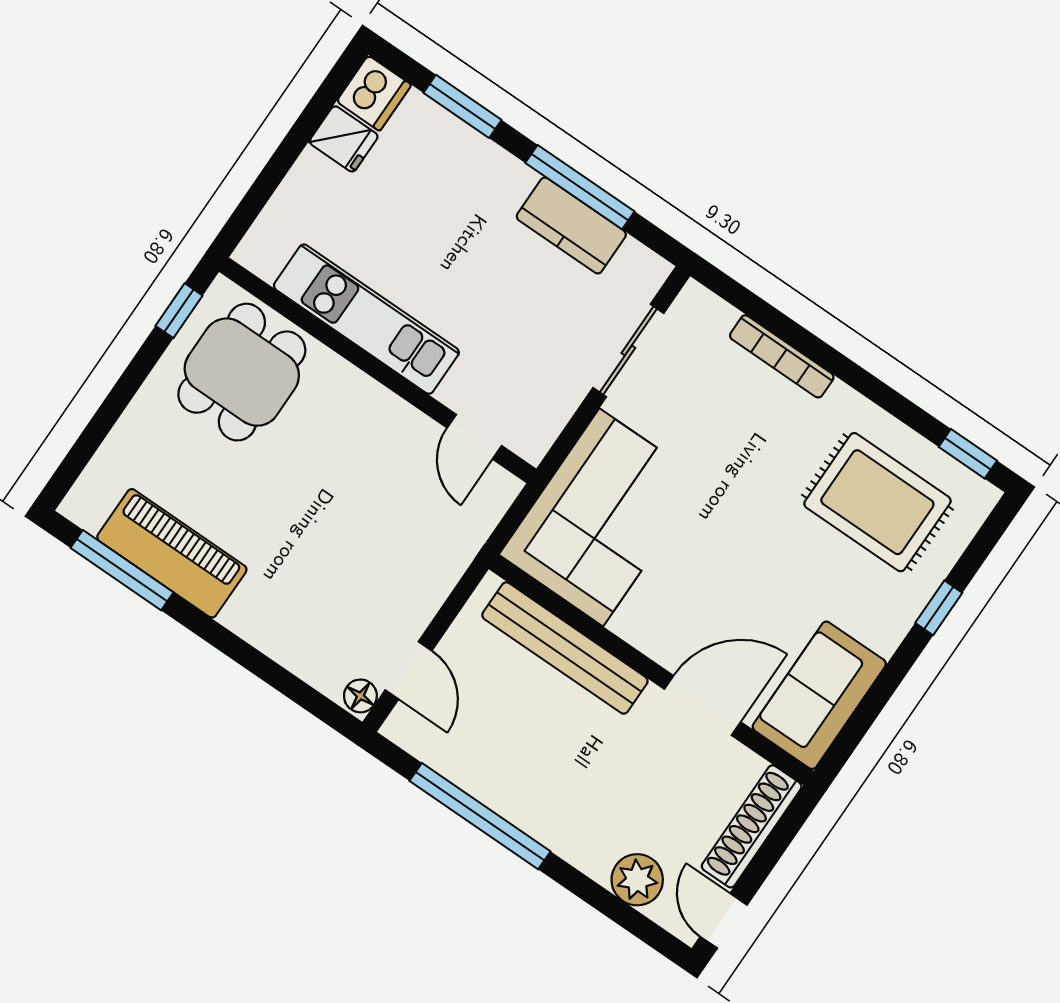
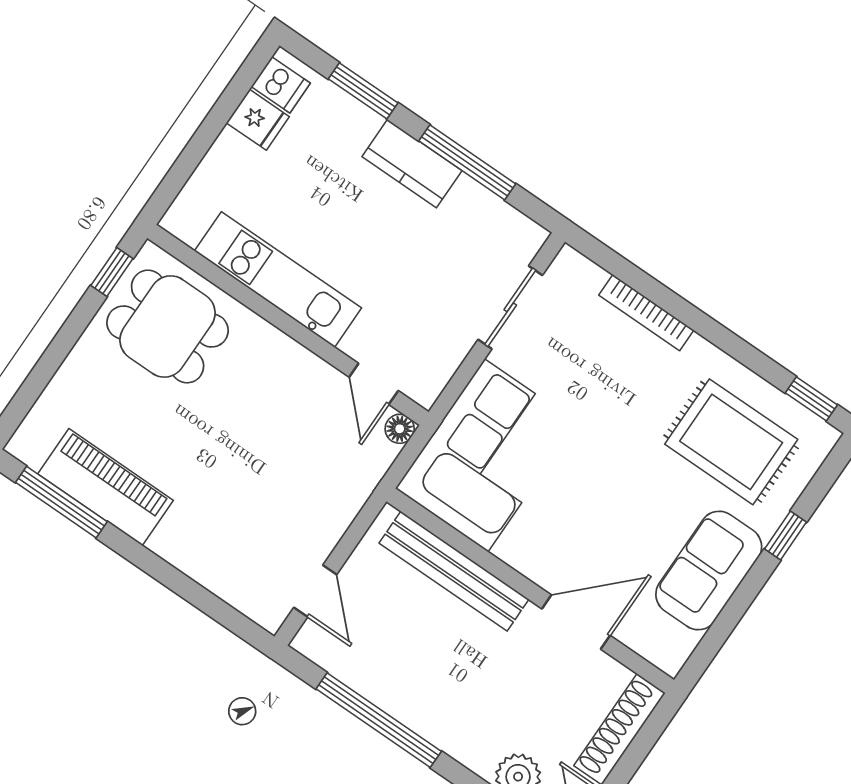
dishwasher: (374, 93) -> (281, 85), width x0.73
kitchen counter: (571, 225) -> (412, 164), moved
dining table: (242, 372) -> (168, 326), turned 90
sofa: (819, 695) -> (709, 571), moved
floor lamp: (360, 696) -> (400, 429), moved

